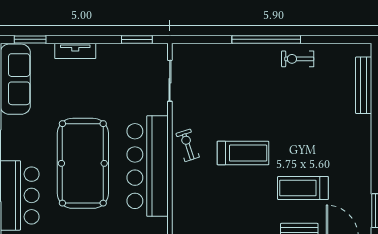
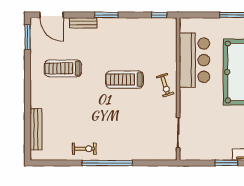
window: (137, 39) -> (226, 163), moved
bar counter: (148, 166) -> (194, 60), width x0.73
treadmill: (303, 188) -> (63, 68), moved, turned 180

